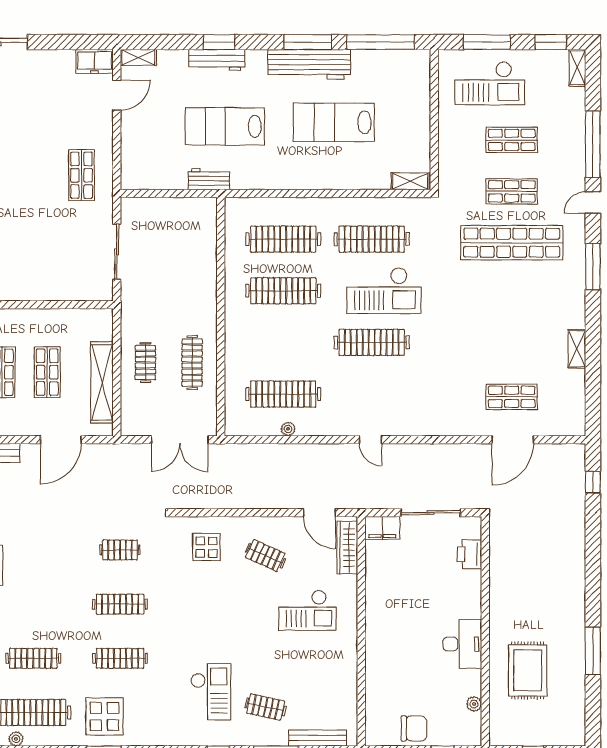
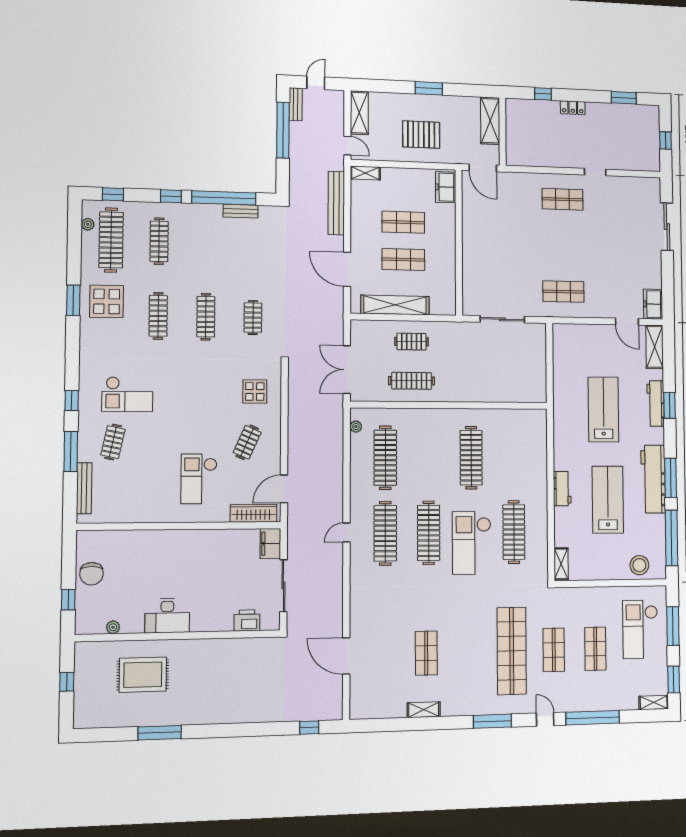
shelving: (138, 57) -> (655, 347), width x1.50, depth x1.33
stool: (413, 83) -> (639, 565), added
workbench: (209, 179) -> (562, 489), moved
clothes rail: (283, 239) -> (385, 533), moved
shop shelf: (512, 397) -> (426, 653), moved
plant: (288, 429) -> (356, 427), moved

